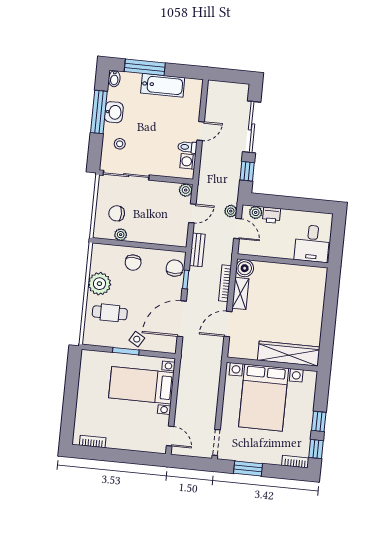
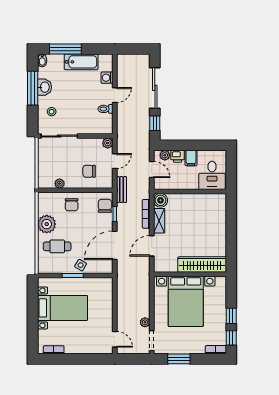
washing machine: (188, 161) -> (107, 78), moved
plant: (231, 211) -> (145, 322), moved
chair: (117, 213) -> (89, 171), moved
filing cabinet: (288, 219) -> (191, 158), added
bed with nightstands: (141, 385) -> (62, 308), moved, turned 180

